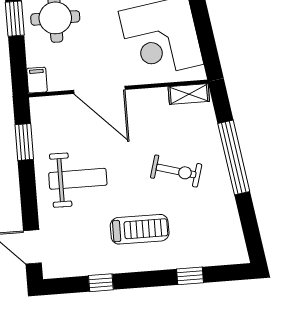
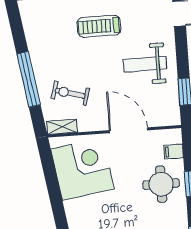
filing cabinet: (37, 80) -> (174, 152), moved, turned 90
exercise bike: (176, 171) -> (70, 93), moved

